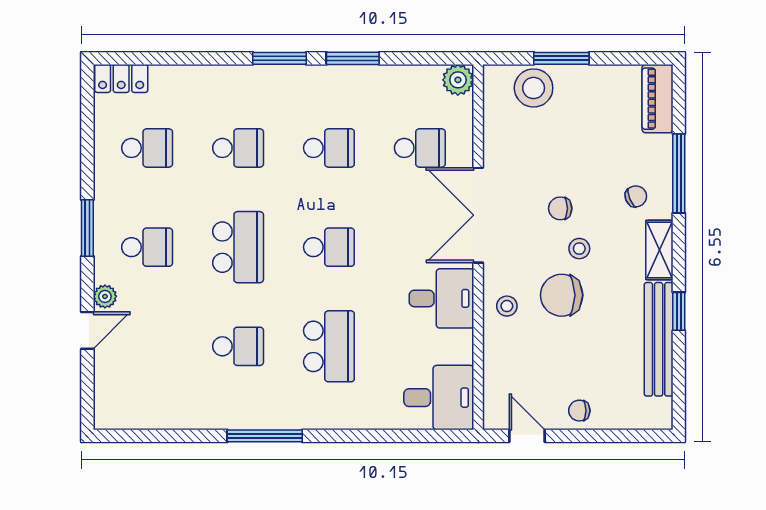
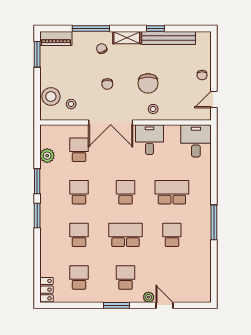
window: (561, 58) -> (37, 54), moved
plant: (458, 80) -> (47, 156), moved
stool: (579, 249) -> (71, 104), moved

